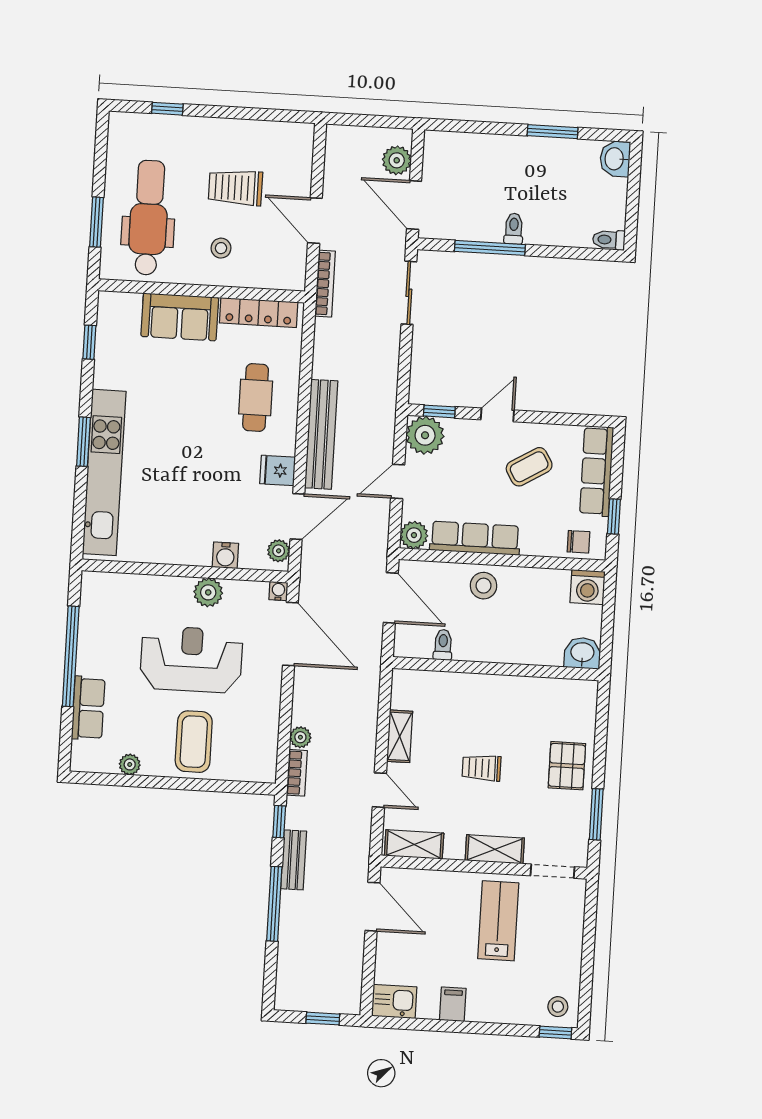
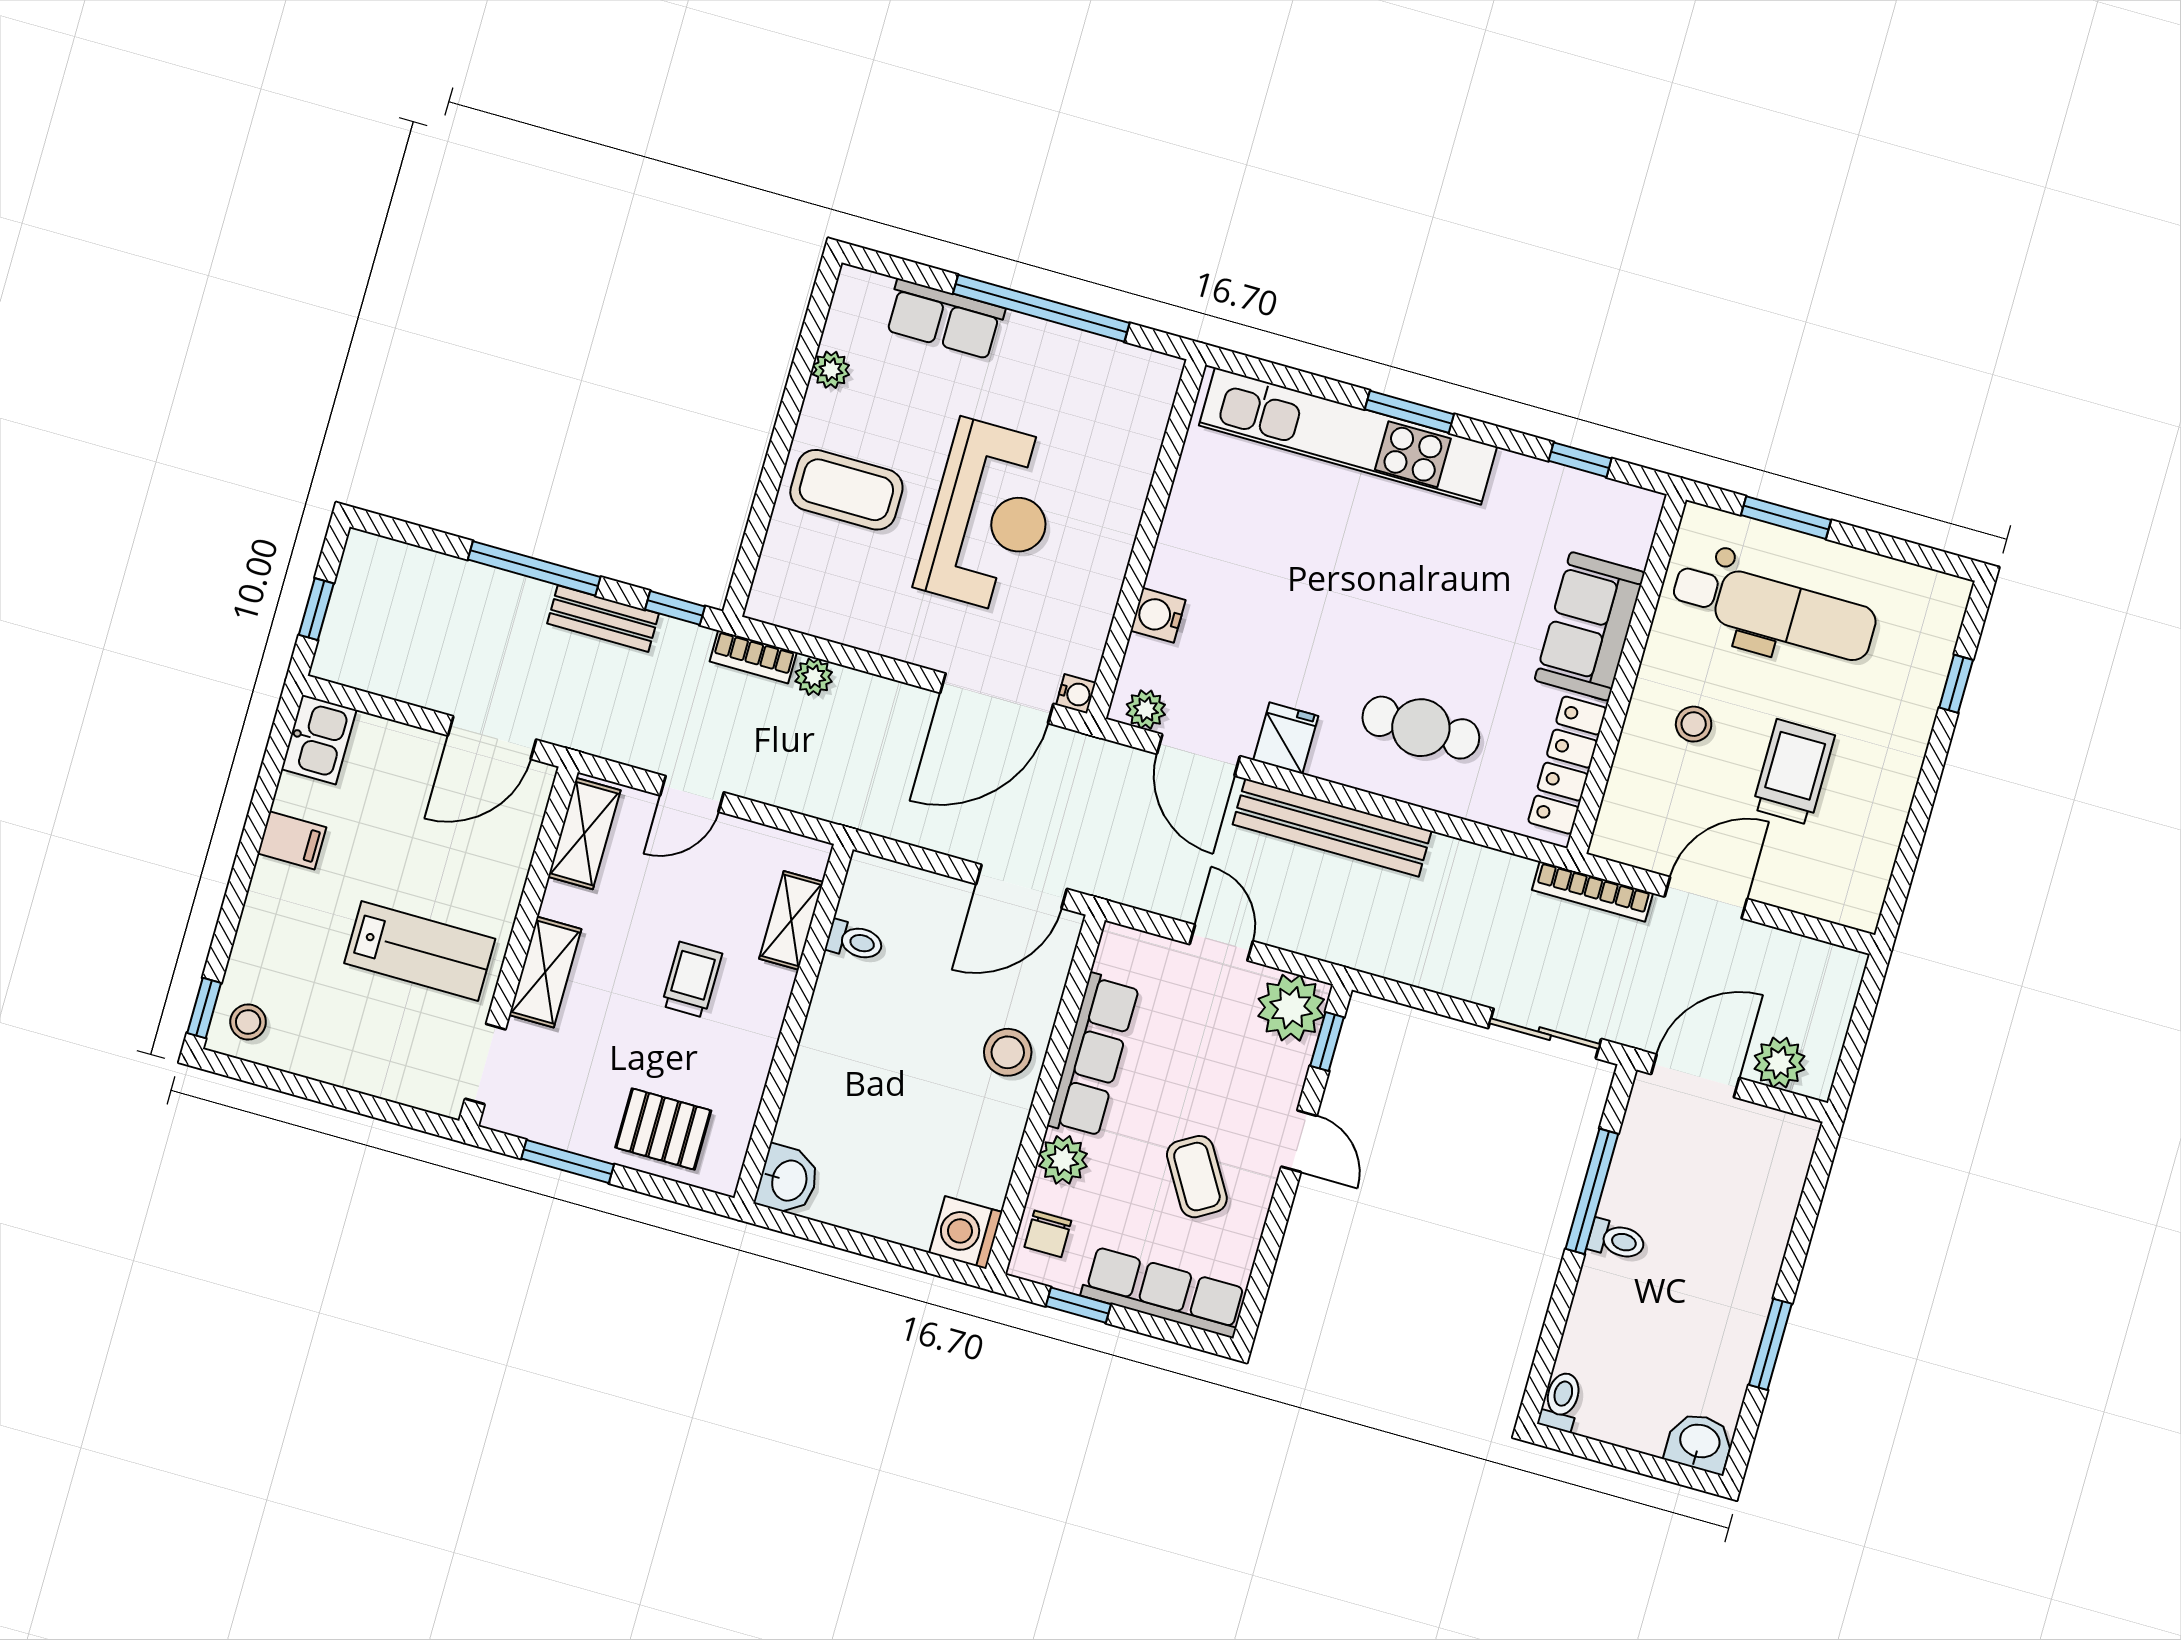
plant: (414, 535) -> (1063, 1160), moved
plant: (208, 592) -> (1100, 571), removed
toilet: (443, 645) -> (855, 941), moved
washbasin: (582, 653) -> (788, 1180), moved
wall: (496, 669) -> (794, 1024), moved
shelving: (400, 736) -> (791, 920), moved, turned 90

